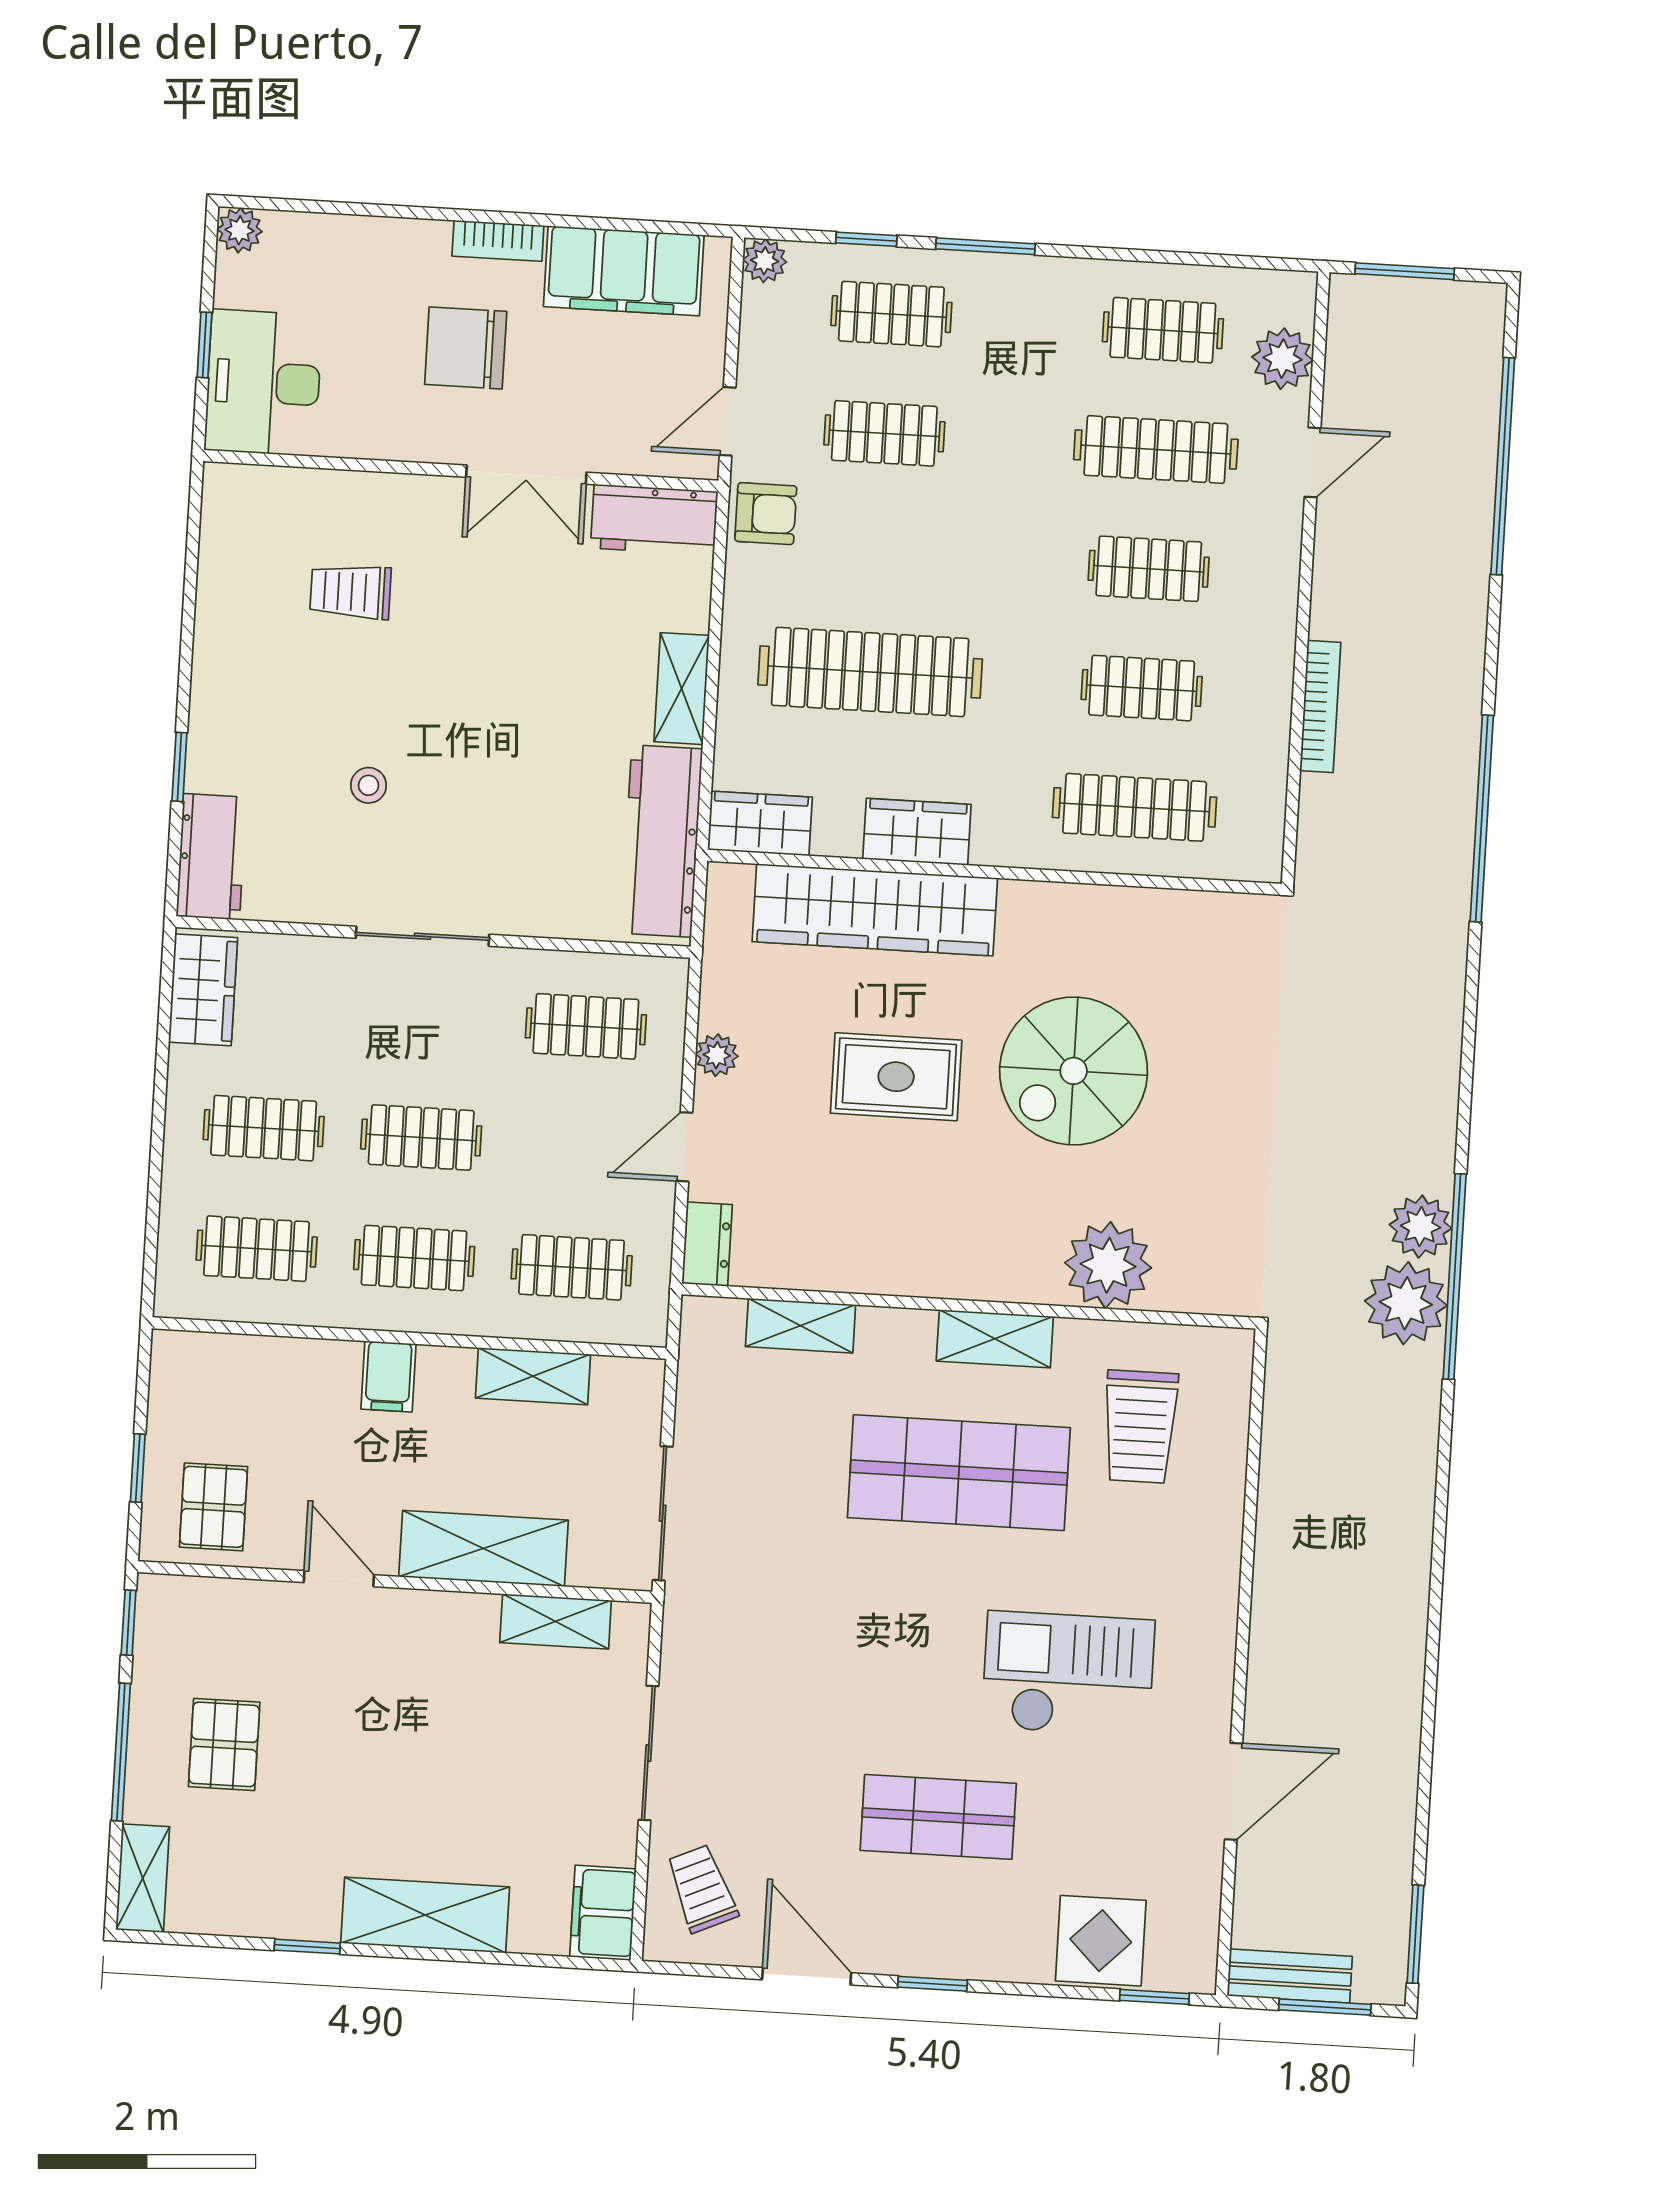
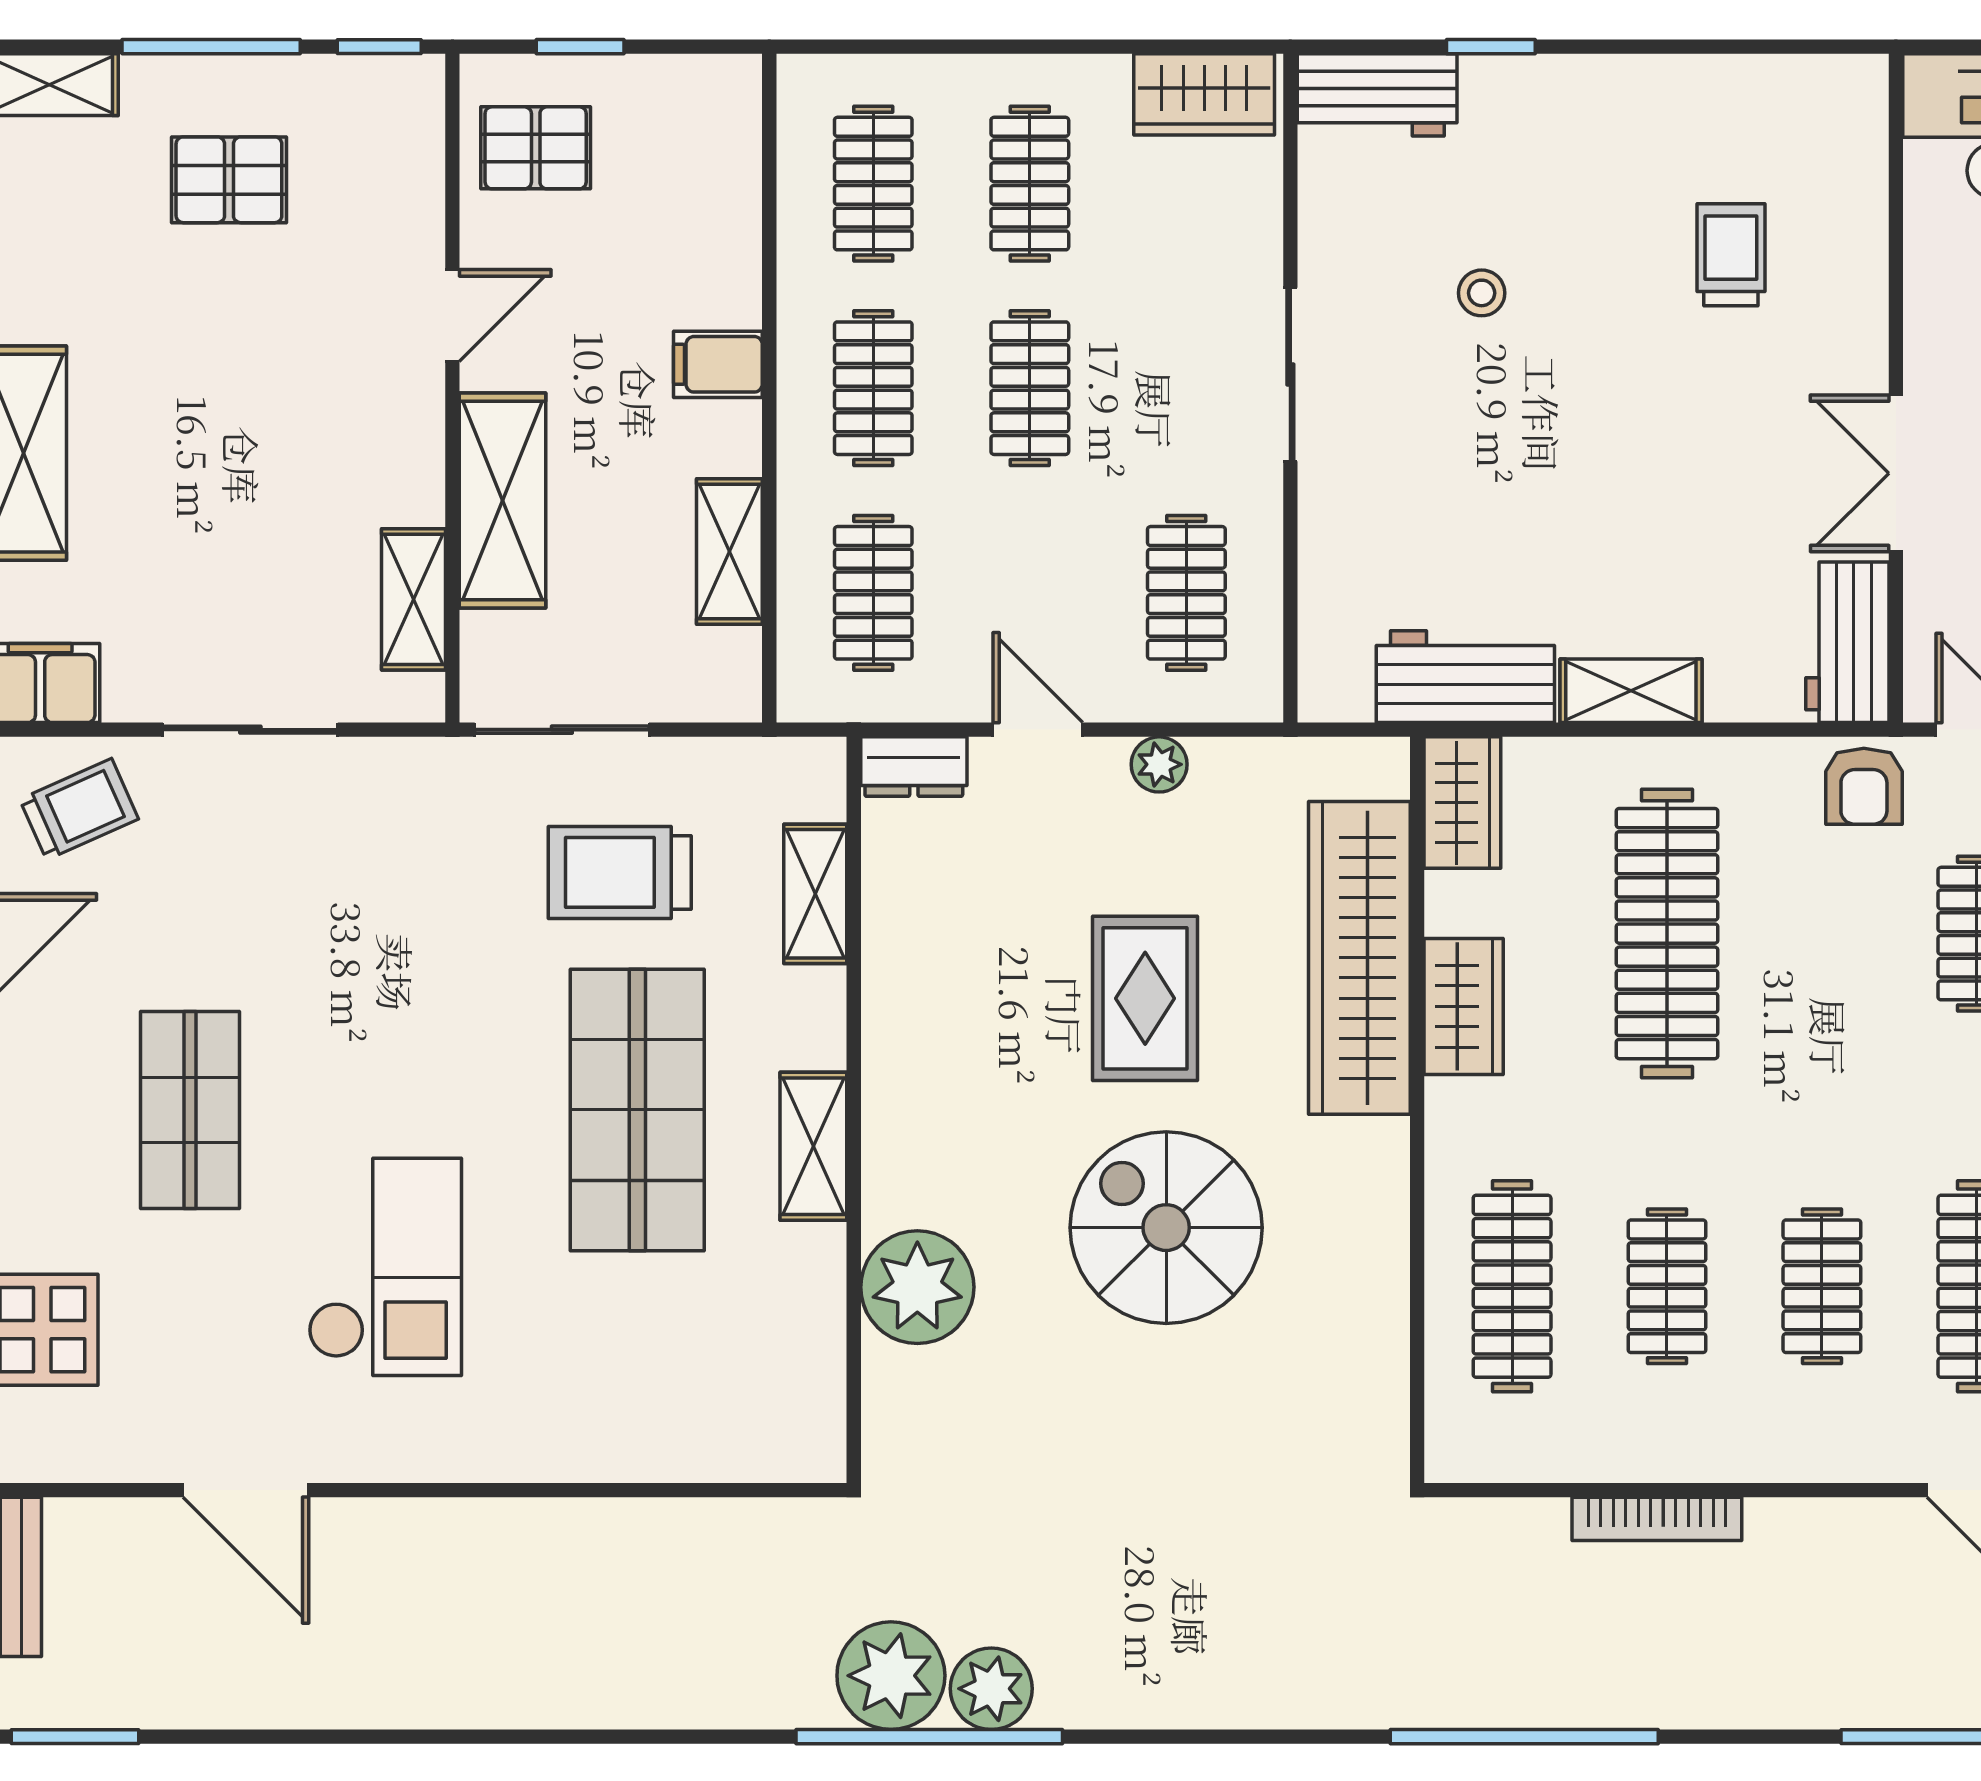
workbench: (662, 841) -> (1465, 677), width x0.73
trolley: (1140, 1427) -> (620, 872), moved

